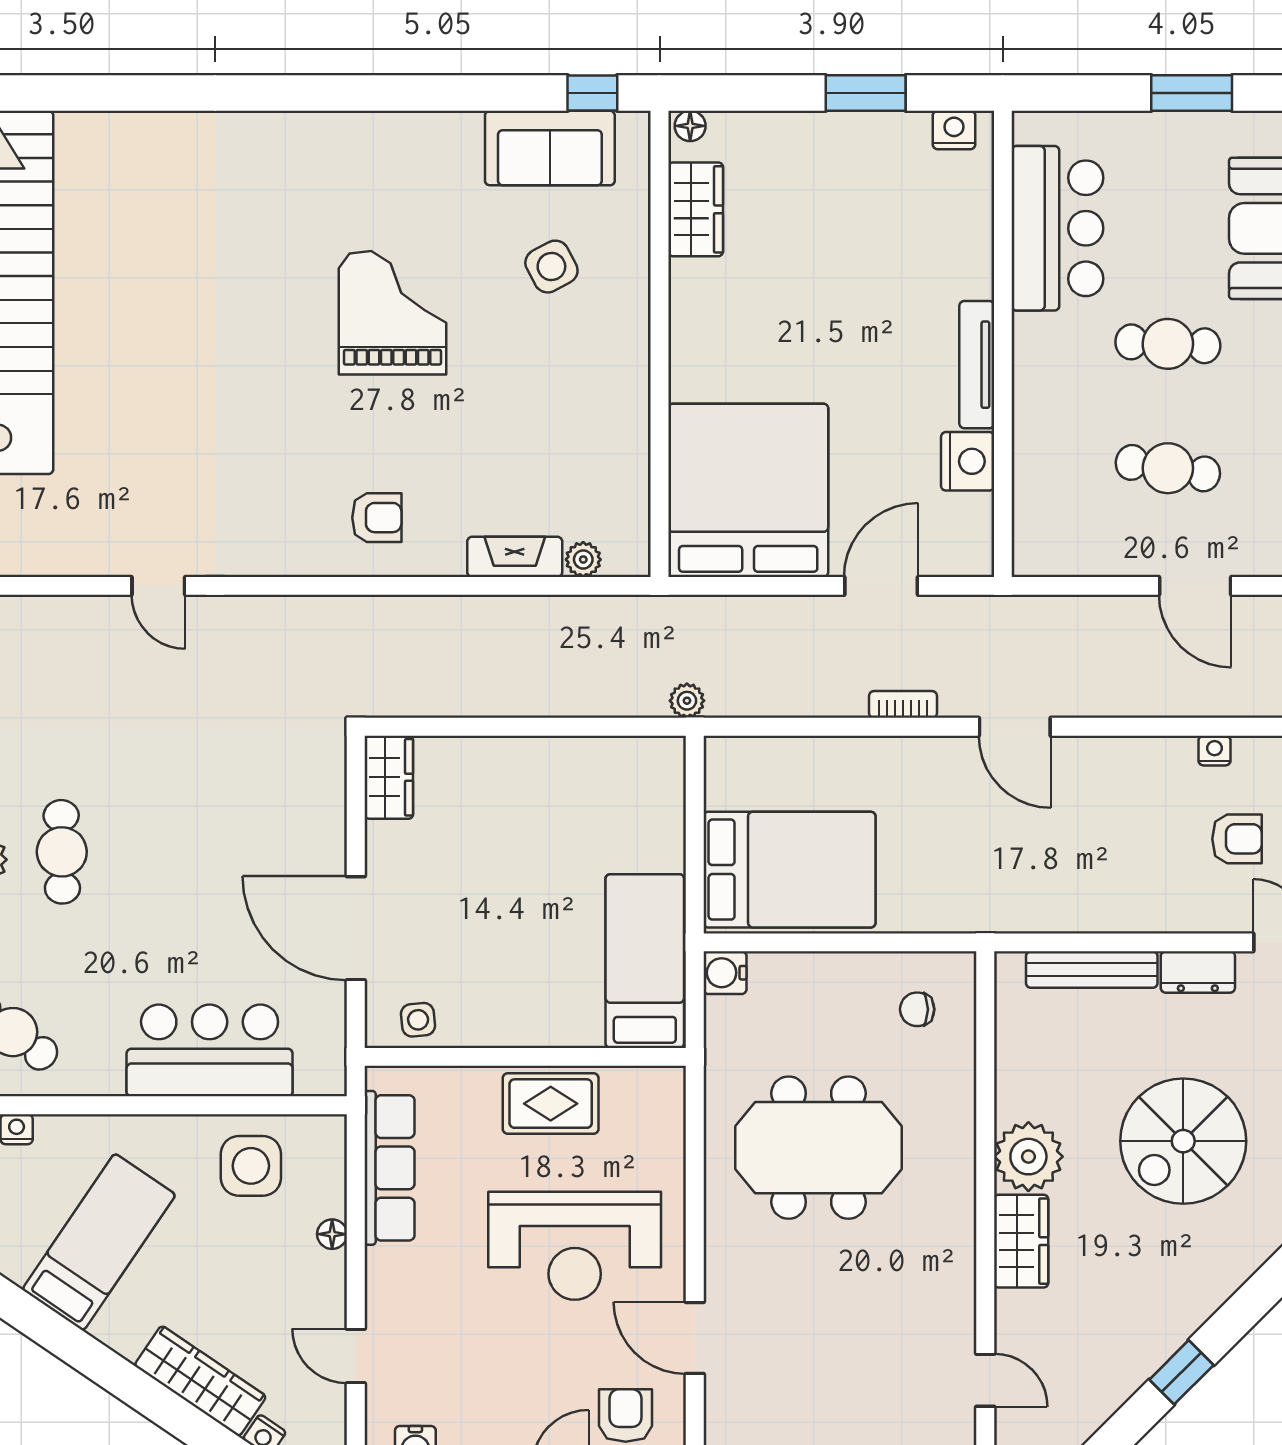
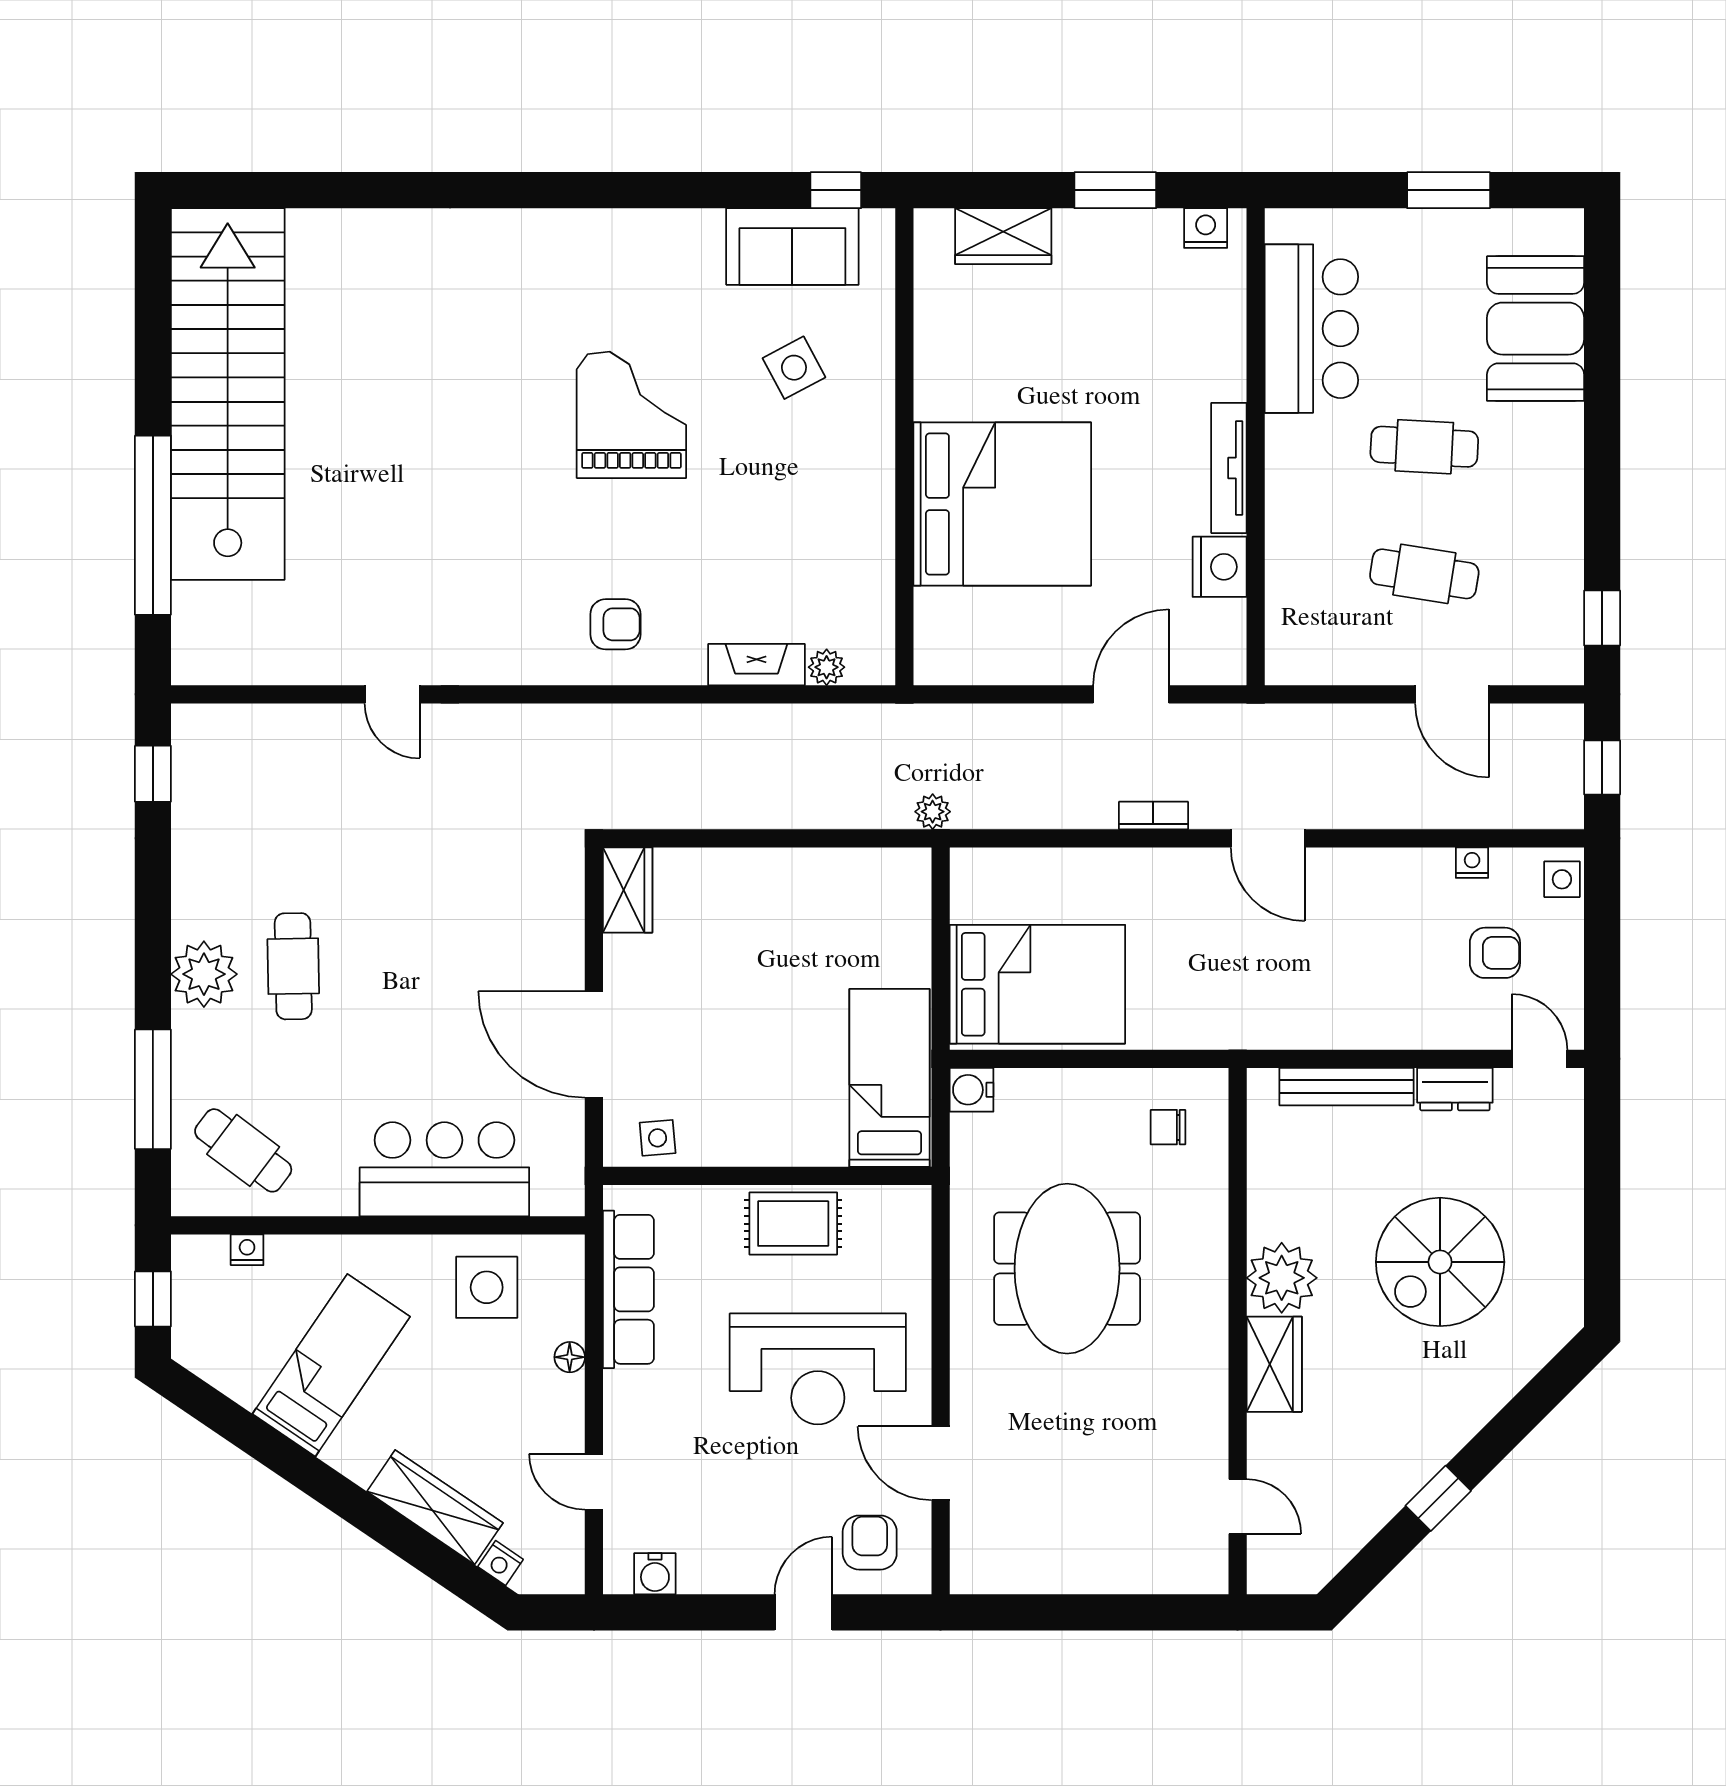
floor lamp: (690, 126) -> (936, 224), removed
wardrobe: (696, 209) -> (1003, 236), moved, turned 90
bed: (748, 490) -> (1002, 504), moved, turned 90
meeting table: (818, 1148) -> (1067, 1269), turned 90

